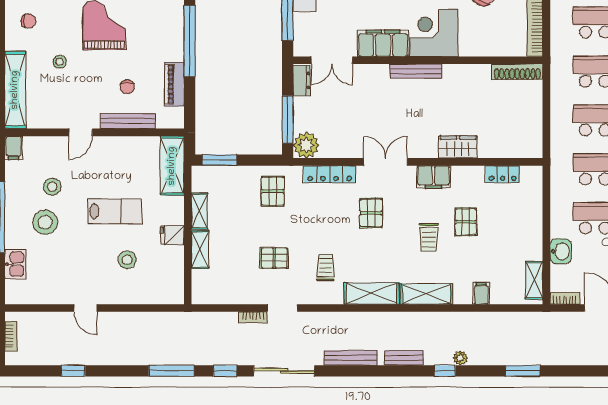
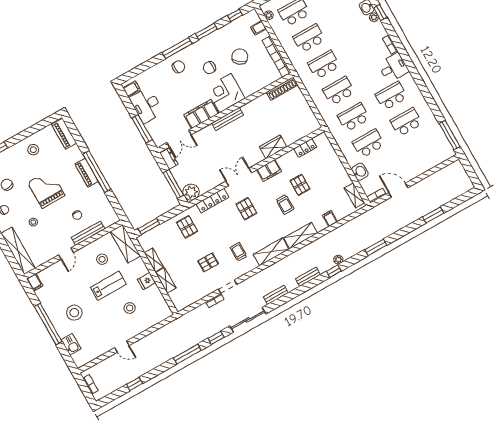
piano: (174, 84) -> (87, 173), moved
stool: (52, 187) -> (102, 259), moved
bench: (351, 358) -> (276, 295), width x0.73

